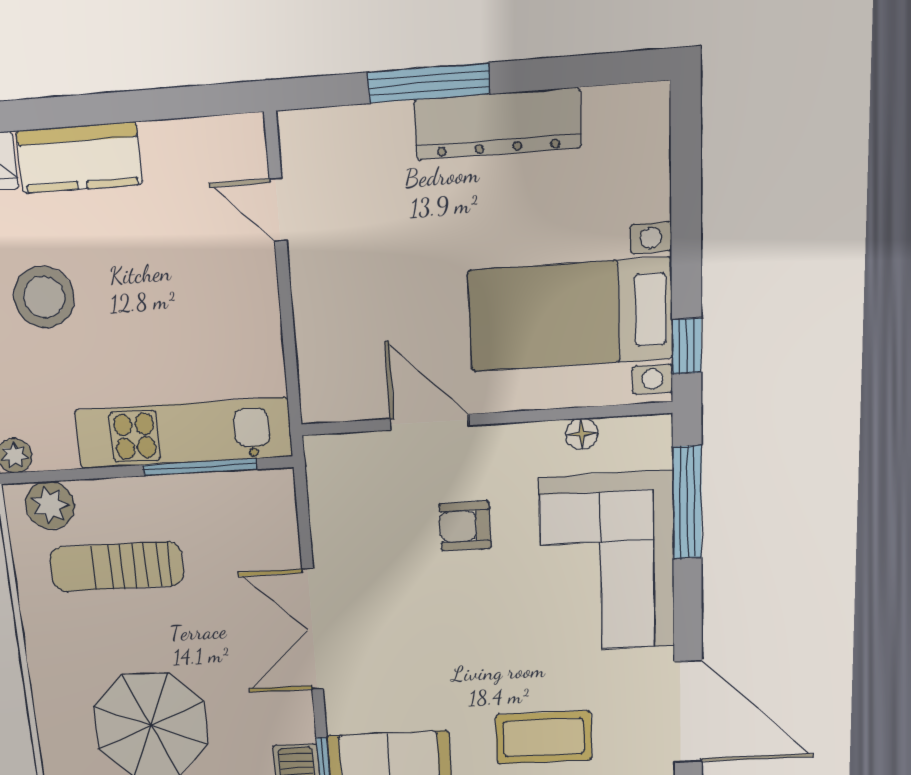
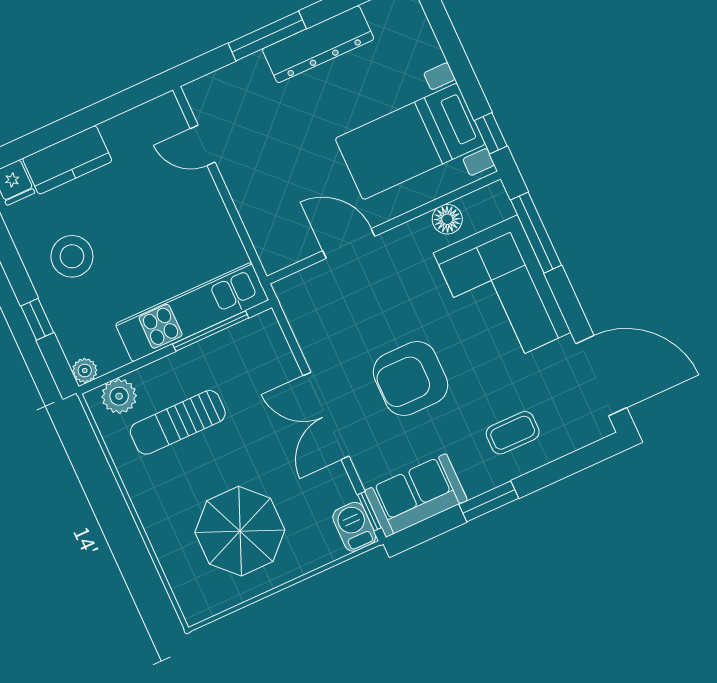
floor lamp: (582, 434) -> (447, 219), width x1.37, depth x1.37
armchair: (465, 526) -> (410, 378), moved, width x1.88, depth x1.88
coffee table: (544, 737) -> (513, 433), width x0.73, depth x0.77

